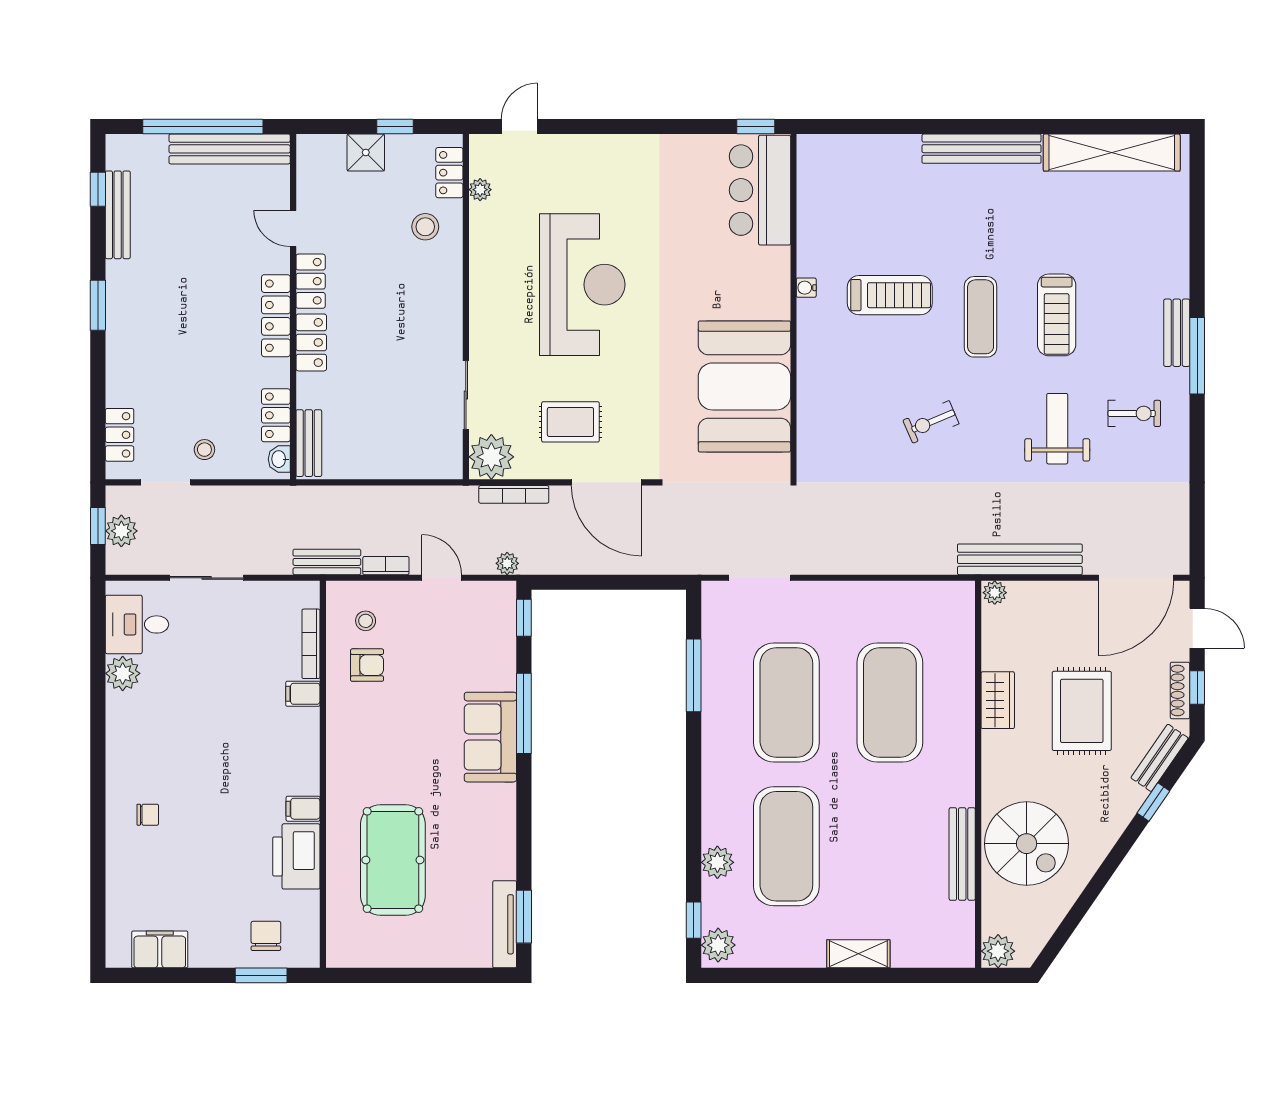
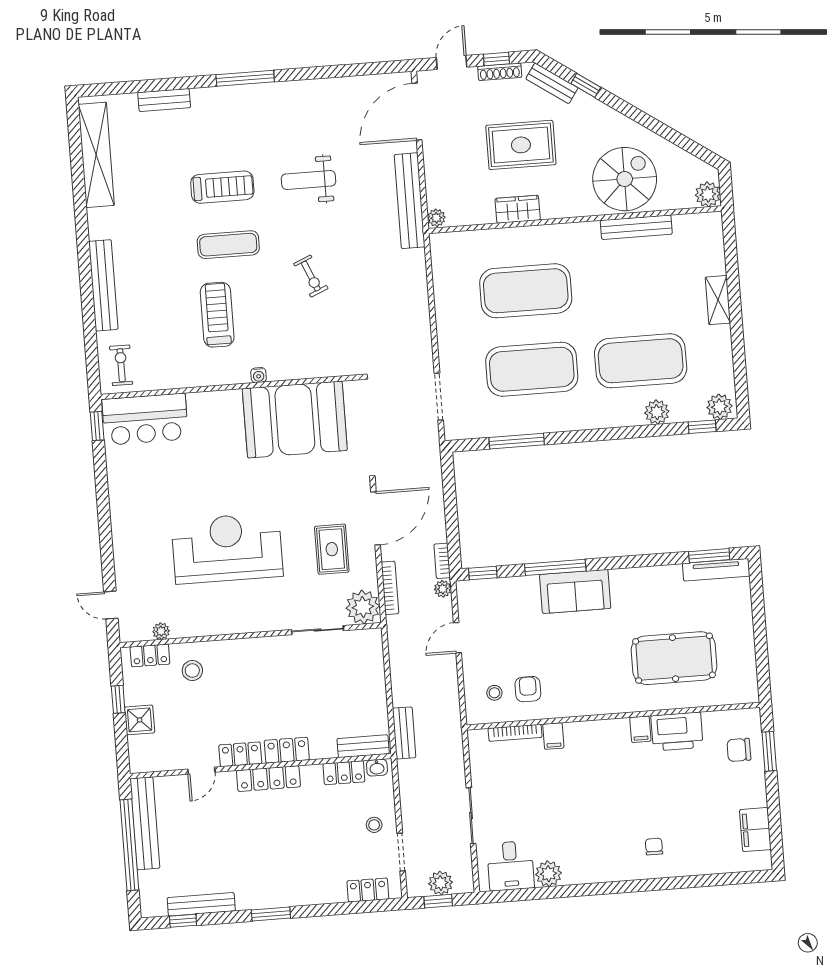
bench: (982, 149) -> (103, 285), moved
water cooler: (806, 288) -> (259, 375), moved
bench: (1177, 333) -> (164, 100), moved
exercise bike: (1134, 413) -> (121, 365), moved
bench: (327, 562) -> (404, 733), moved
bookcase: (386, 566) -> (442, 561), moved
door: (1136, 578) -> (417, 112), swing flipped

